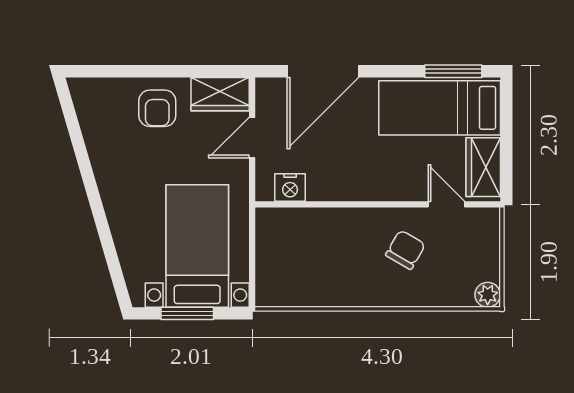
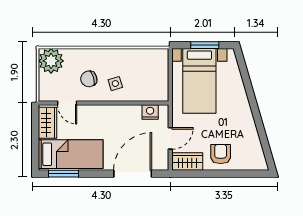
side table: (356, 241) -> (115, 84), added
chair: (405, 250) -> (89, 79), turned 43
plant: (488, 295) -> (51, 61), width x1.88, depth x1.88

